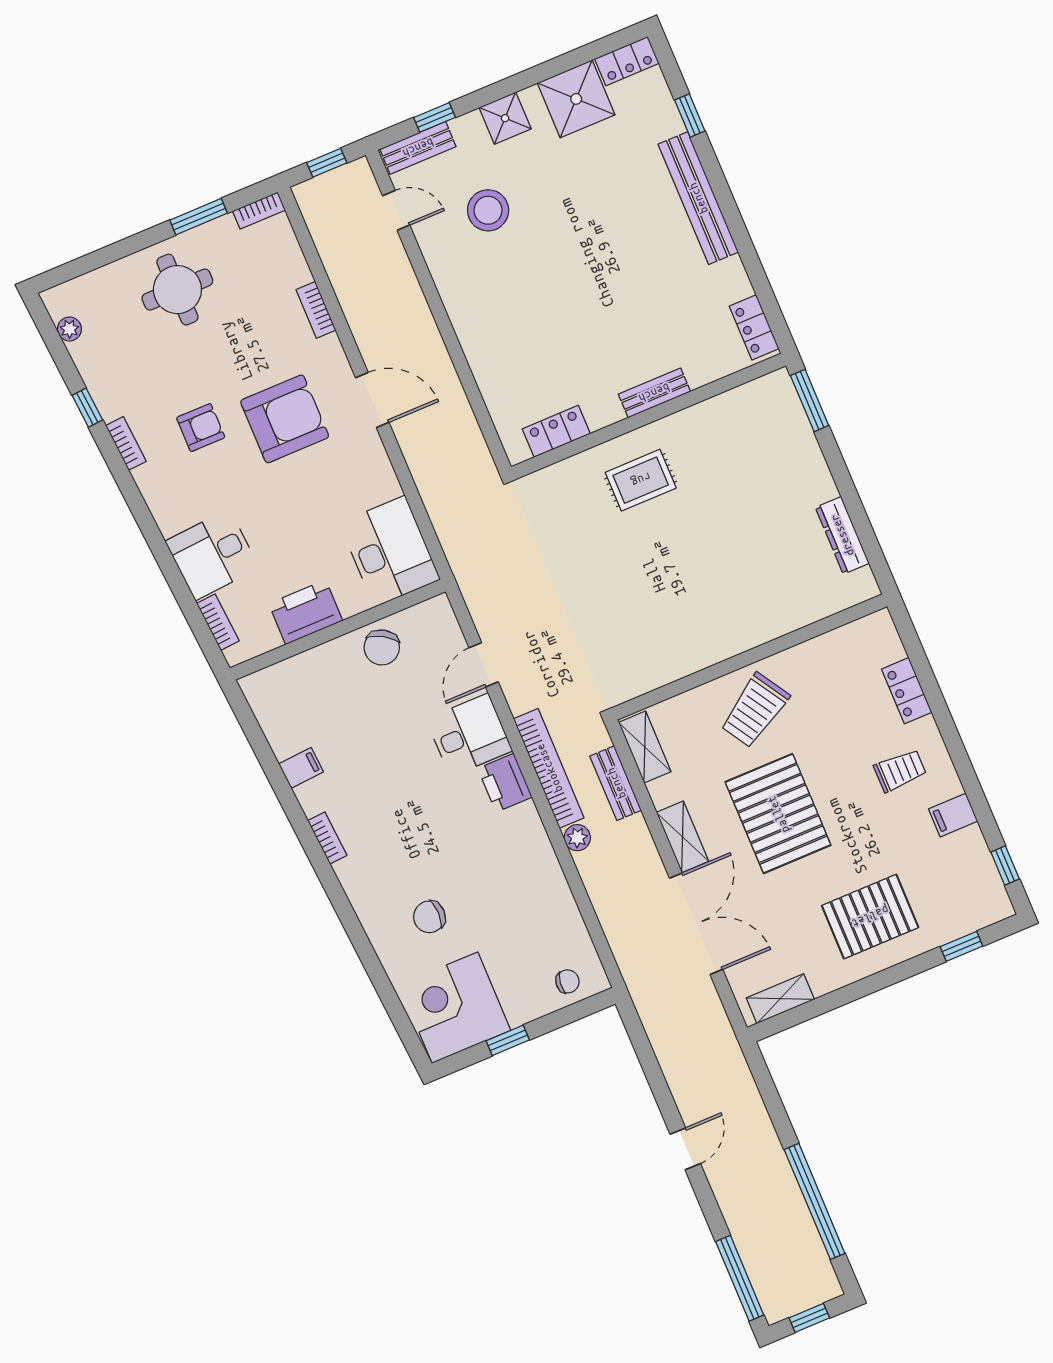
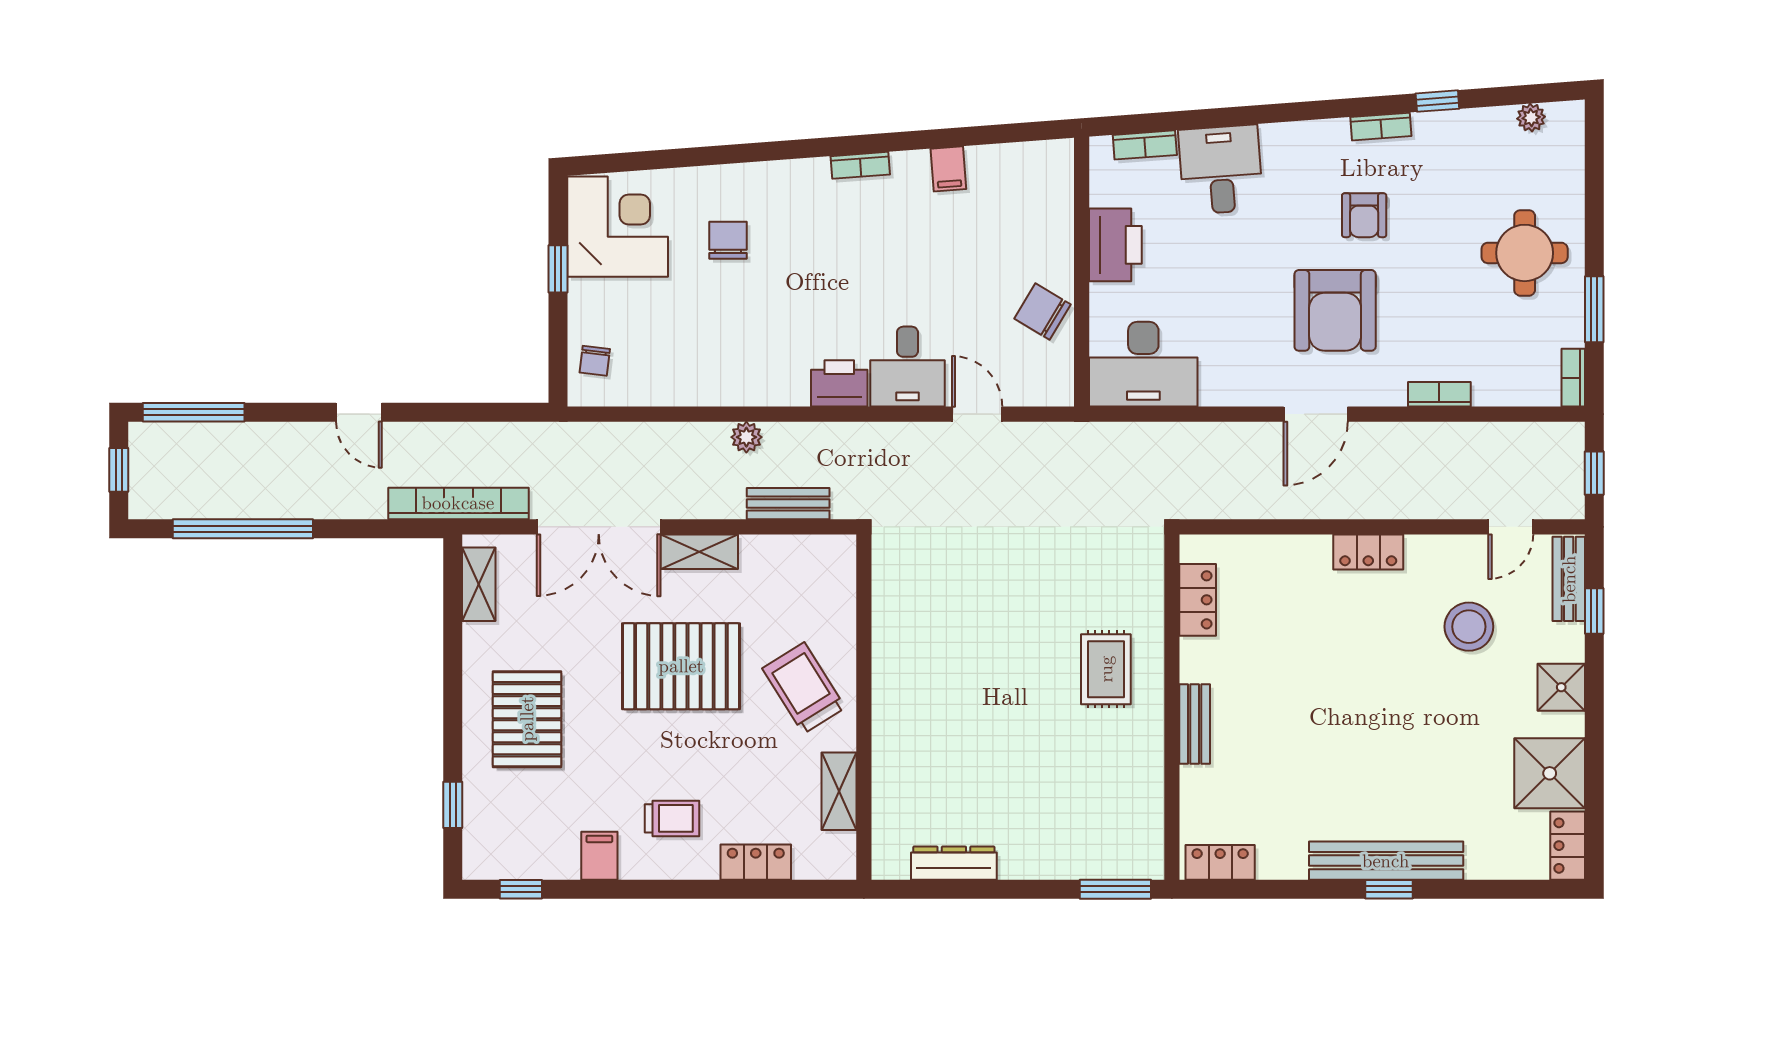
window: (690, 116) -> (1389, 889), moved
locker: (463, 314) -> (1368, 552), added
shelving: (645, 747) -> (839, 791), moved, turned 90
bookcase: (549, 768) -> (458, 503), moved, turned 180
trolley: (900, 771) -> (672, 818), turned -90

